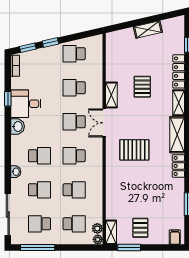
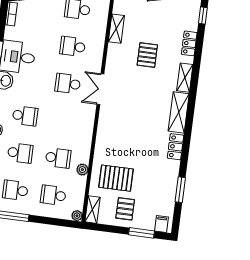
locker: (179, 71) -> (189, 43), width x0.66
shelving: (111, 95) -> (116, 29), moved
pallet: (134, 150) -> (116, 178), moved
school desk: (74, 156) -> (63, 121), removed
school desk: (74, 224) -> (53, 195), turned 180
plant: (97, 228) -> (82, 170), moved
window: (129, 247) -> (142, 233), moved

